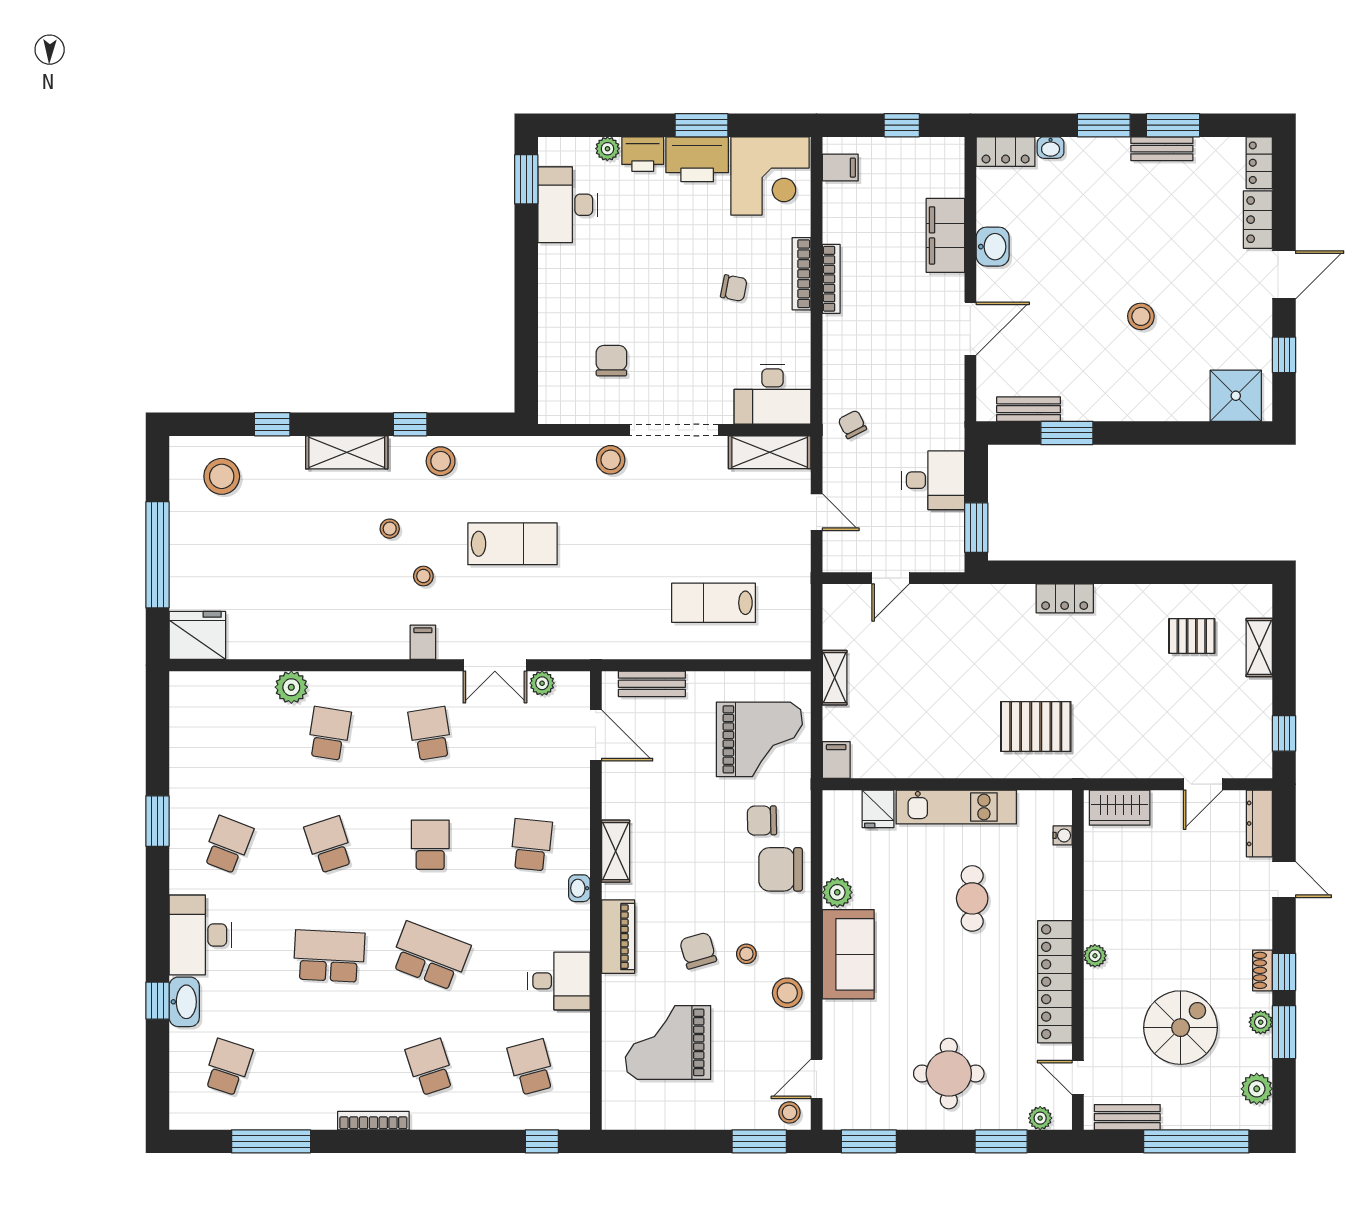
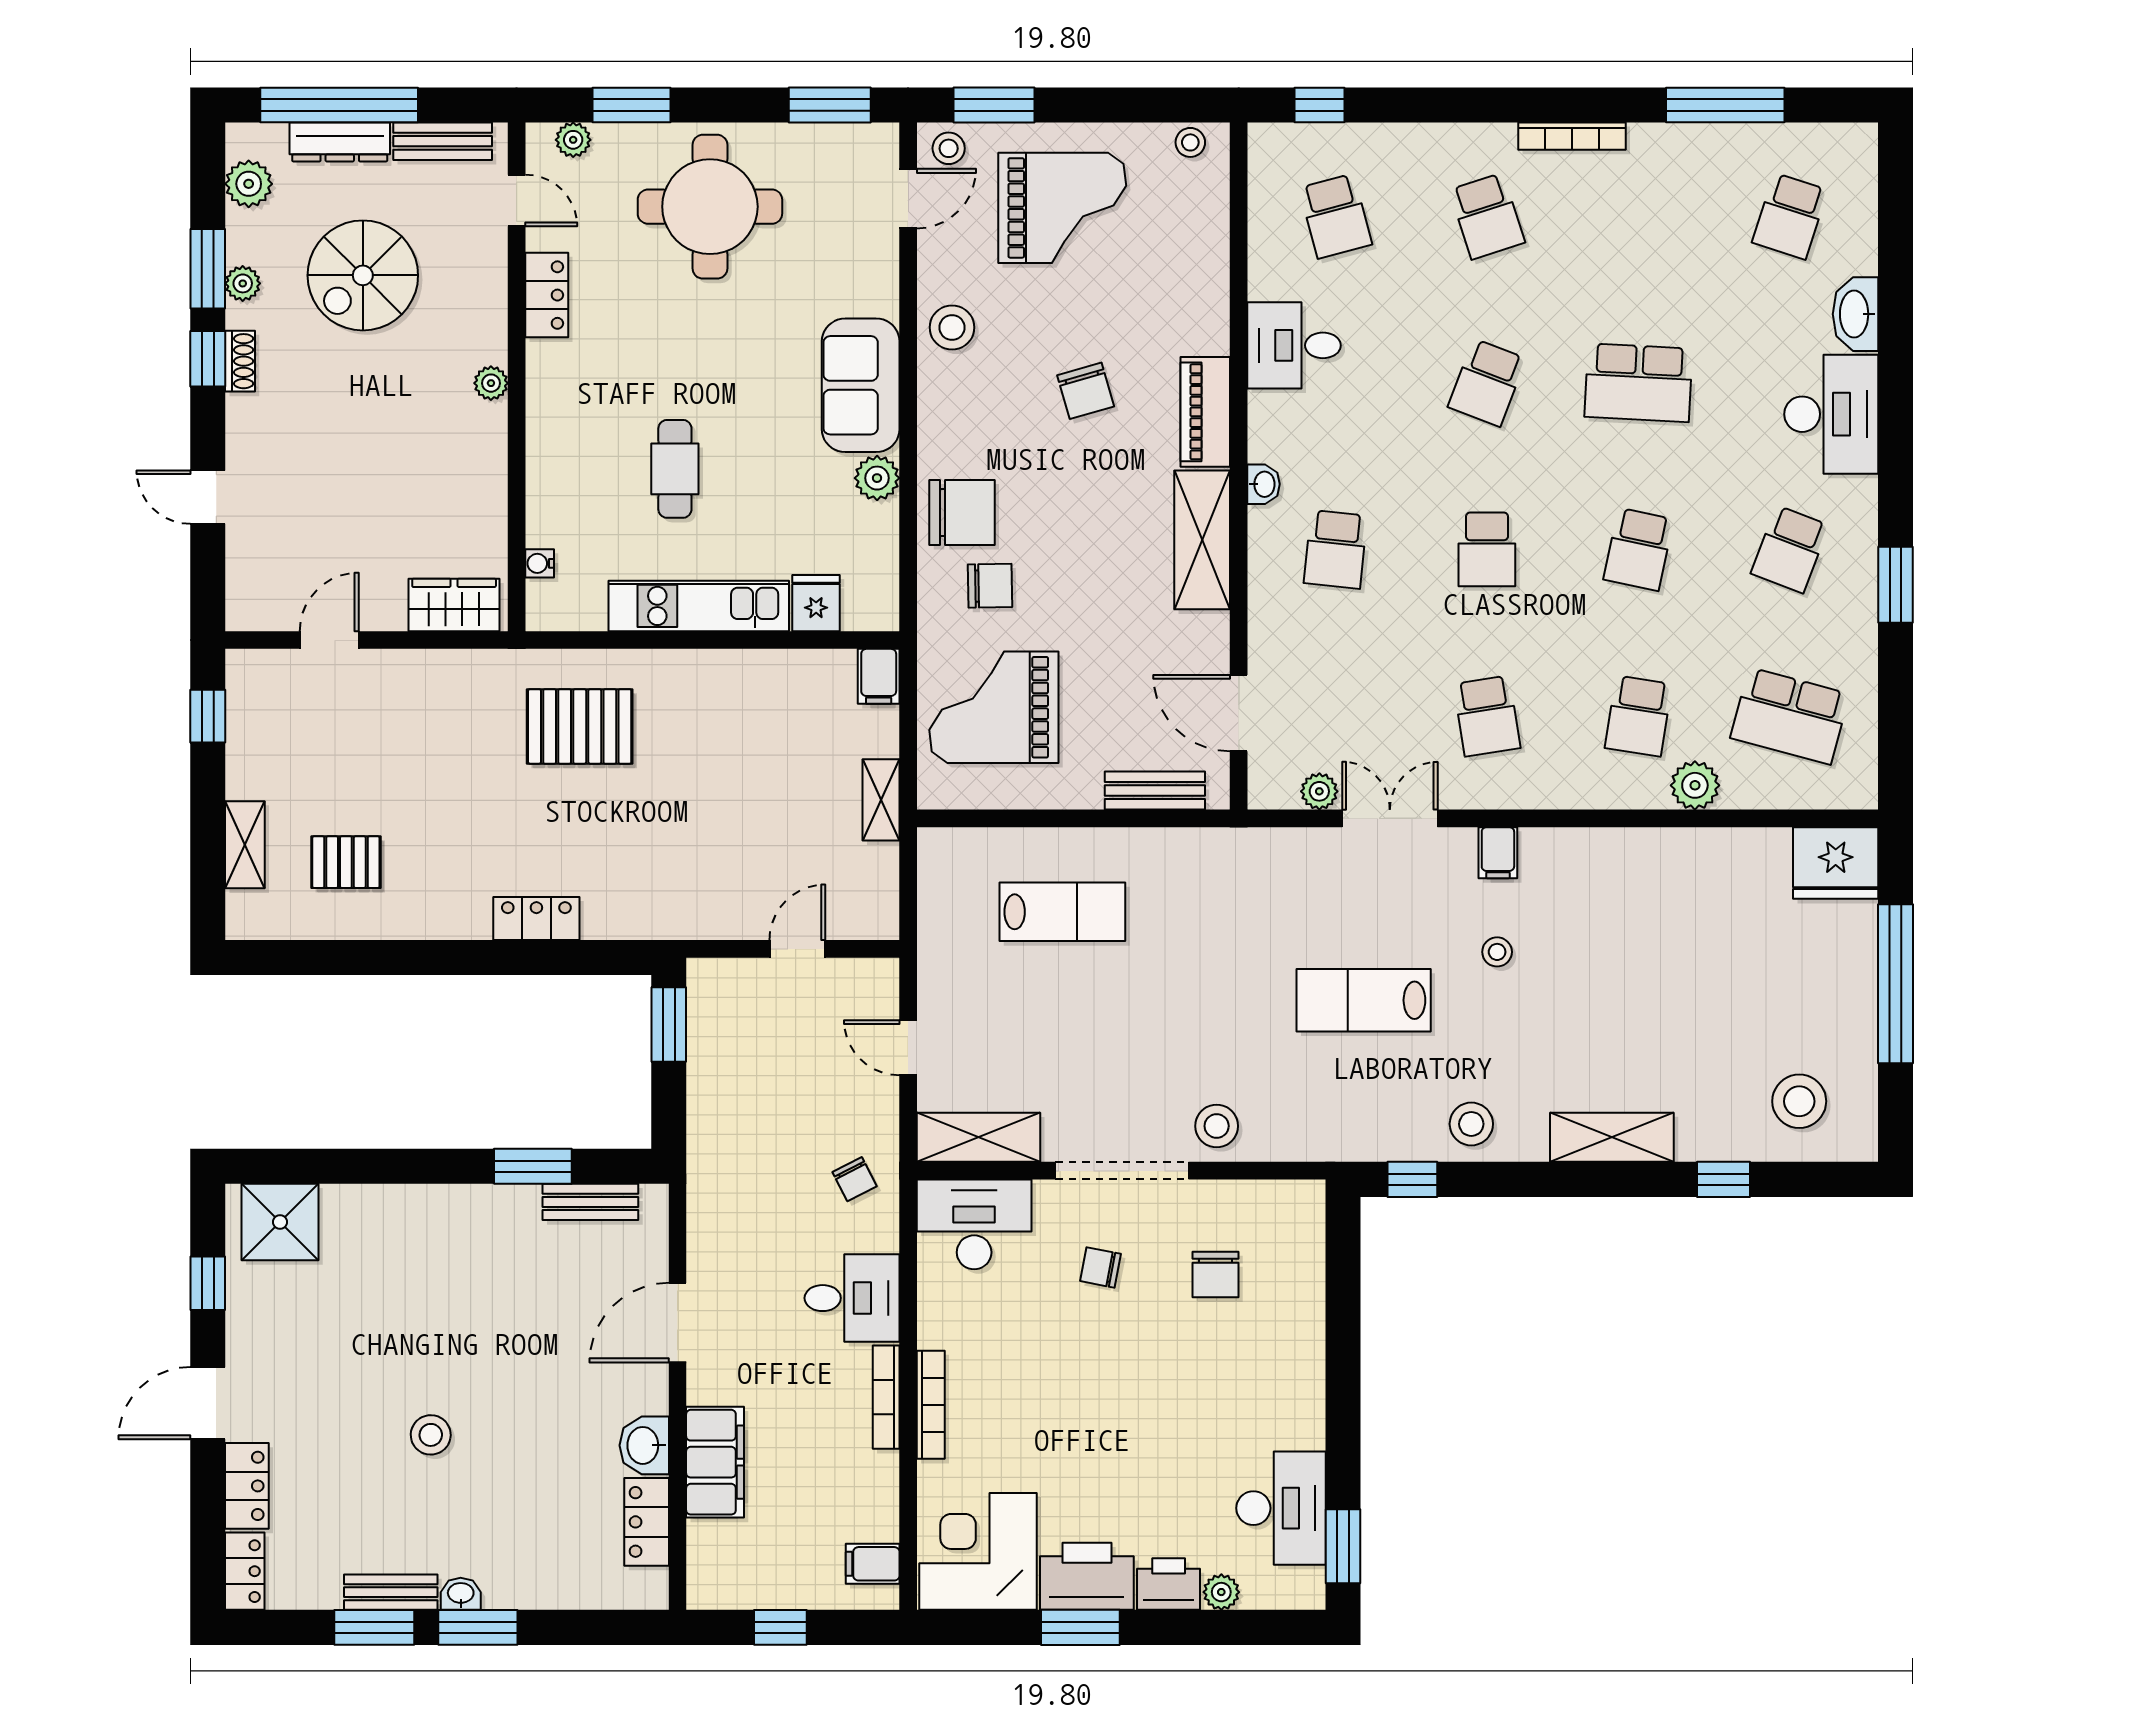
washbasin: (1051, 148) -> (461, 1594), moved
locker: (1006, 152) -> (647, 1522), moved, turned -90
chair: (734, 288) -> (1101, 1267), moved
stool: (1141, 316) -> (431, 1435), moved
window: (410, 424) -> (1412, 1179), moved
desk: (933, 480) -> (852, 1298), moved, turned 180
stool: (390, 529) -> (1548, 1023), removed
school desk: (228, 734) -> (1790, 716), added
dresser: (1259, 823) -> (340, 142), moved, turned 90
school desk: (329, 845) -> (1638, 549), turned 30
shelving: (616, 851) -> (1202, 540), width x1.50, depth x1.33
stool: (746, 954) -> (1190, 142), moved
school desk: (430, 956) -> (1487, 383), width x0.54
locker: (1055, 982) -> (547, 295), width x0.46, depth x0.83
window: (157, 1001) -> (1895, 316), removed
grand piano: (668, 1042) -> (1062, 208), moved
round table: (949, 1074) -> (710, 207), width x1.36, depth x1.36

